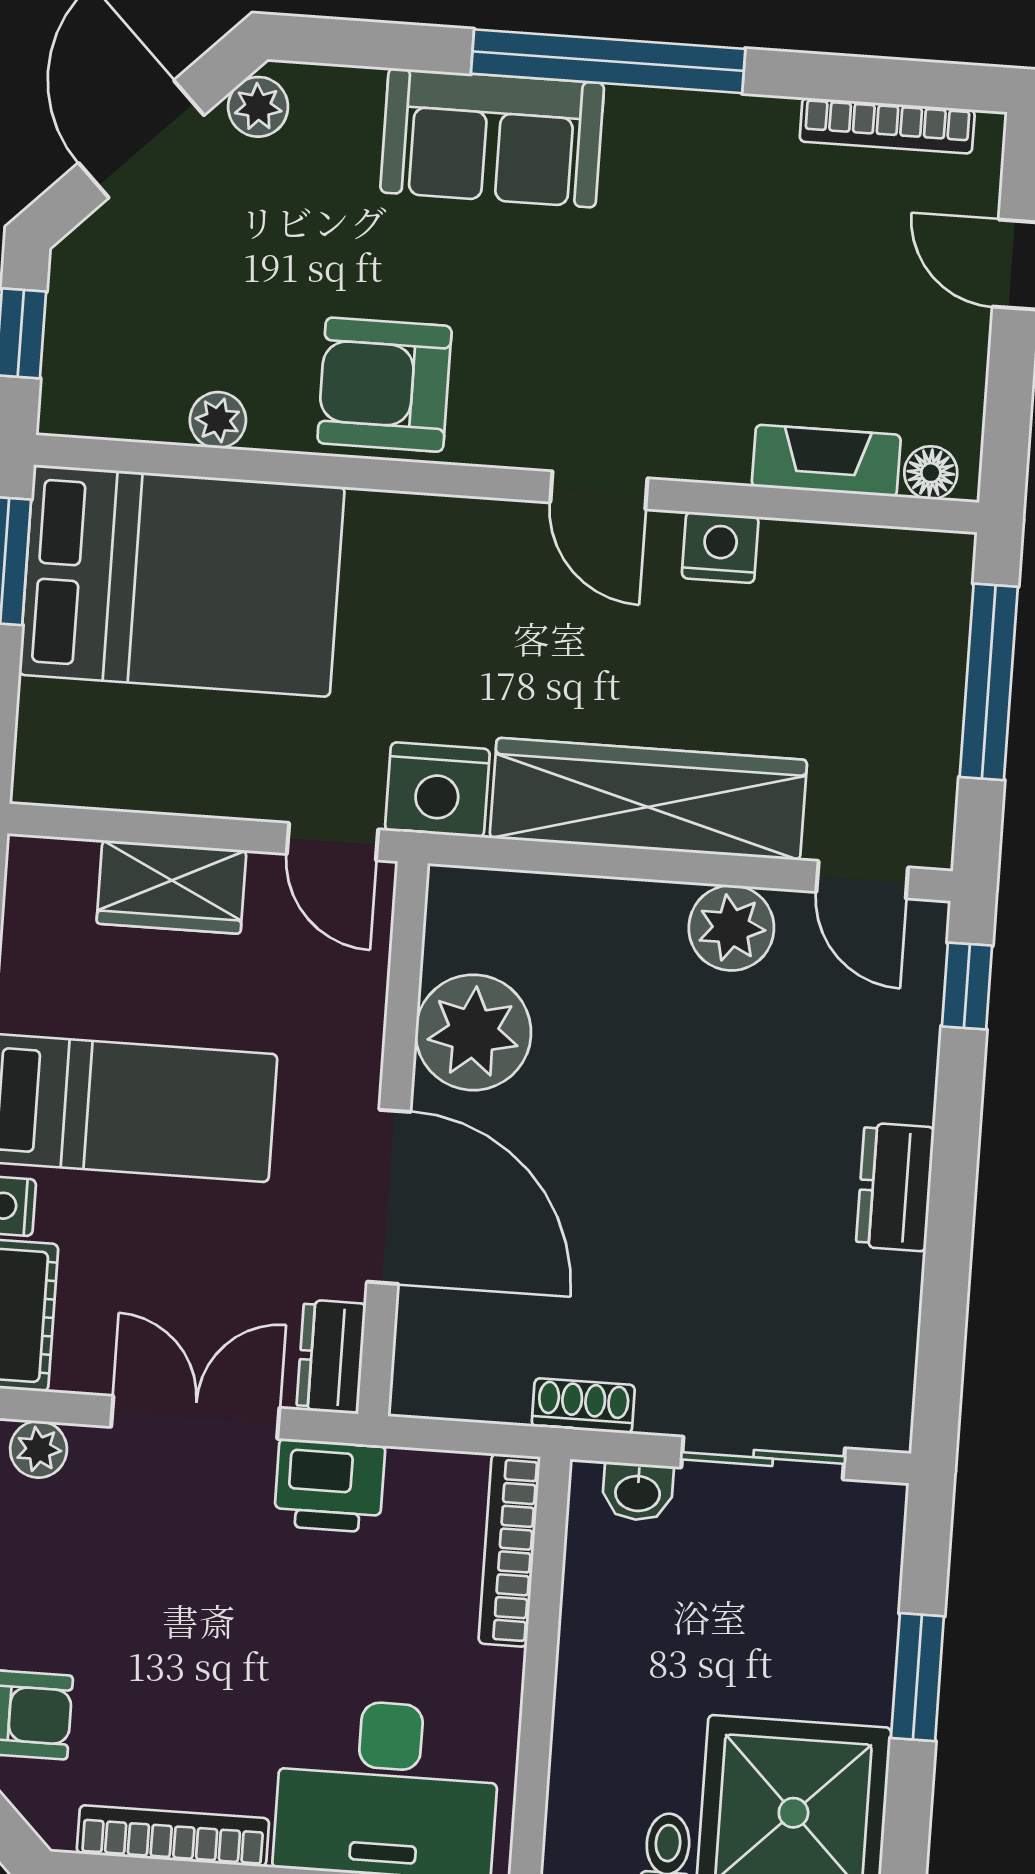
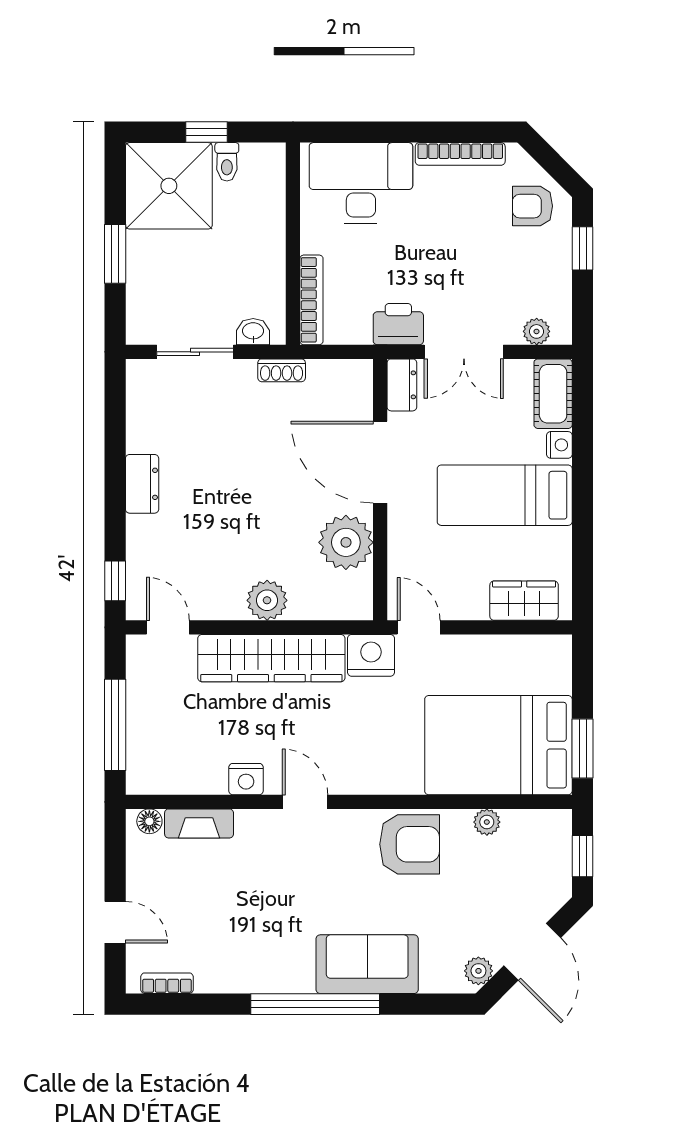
bookcase: (887, 126) -> (167, 983), width x0.64
wardrobe: (171, 887) -> (524, 601), moved
plant: (731, 928) -> (267, 600), moved

